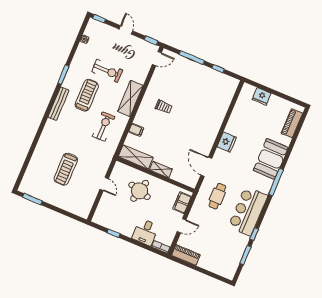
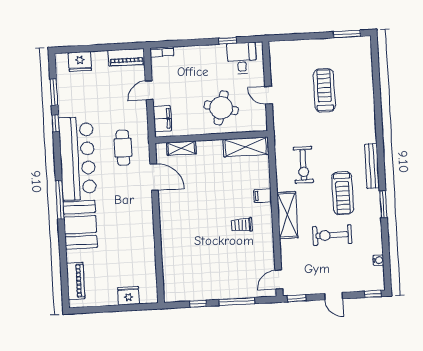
filing cabinet: (136, 130) -> (263, 196), moved
fridge: (227, 142) -> (80, 61), moved, turned -90
shelving: (161, 169) -> (181, 148), moved
bar counter: (248, 211) -> (77, 159), width x1.36
desk: (145, 232) -> (242, 58), moved

